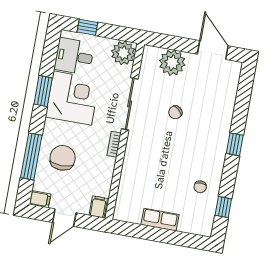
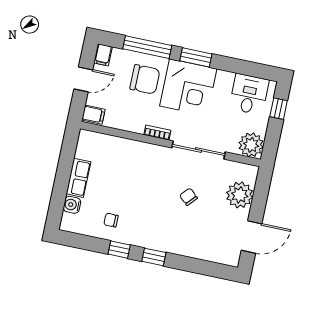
window: (43, 91) -> (196, 57), moved
corner desk: (72, 98) -> (188, 87), moved
window: (223, 207) -> (119, 250), moved
door: (64, 218) -> (83, 79), swing flipped
water cooler: (186, 225) -> (72, 205), added

